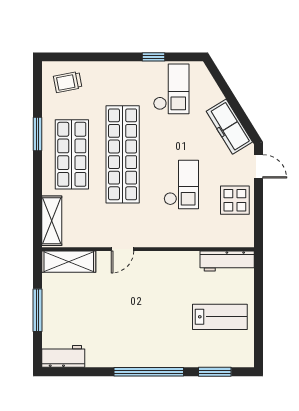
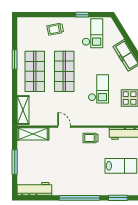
trolley: (68, 82) -> (55, 29), moved
shop shelf: (123, 154) -> (64, 71), width x0.71
door: (122, 249) -> (64, 127), swing flipped
trolley: (168, 269) -> (90, 138), added
workbench: (63, 356) -> (34, 189), width x1.37

